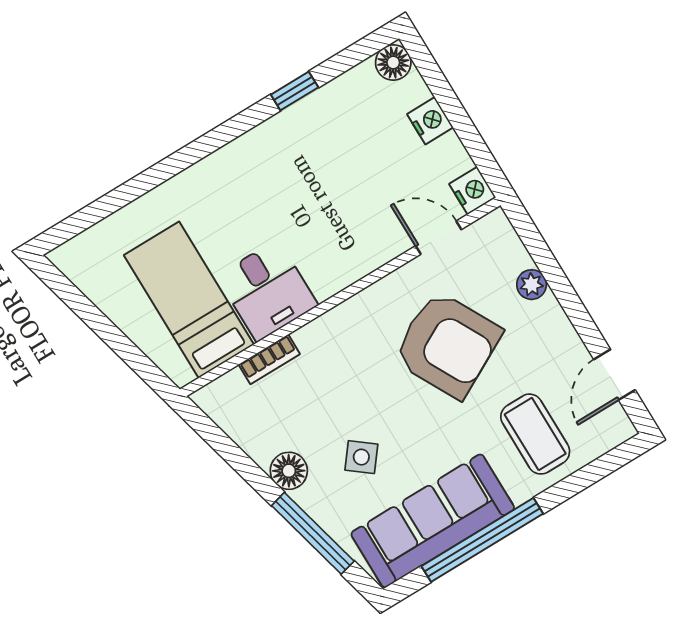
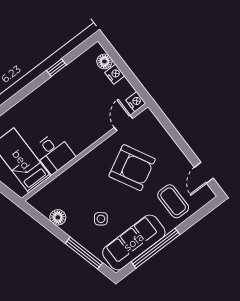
floor lamp: (393, 63) -> (104, 61), moved
door: (438, 238) -> (124, 123), hinge flipped
plant: (532, 285) -> (165, 139), removed
bookcase: (269, 359) -> (58, 182), removed
floor lamp: (289, 471) -> (58, 217), moved

